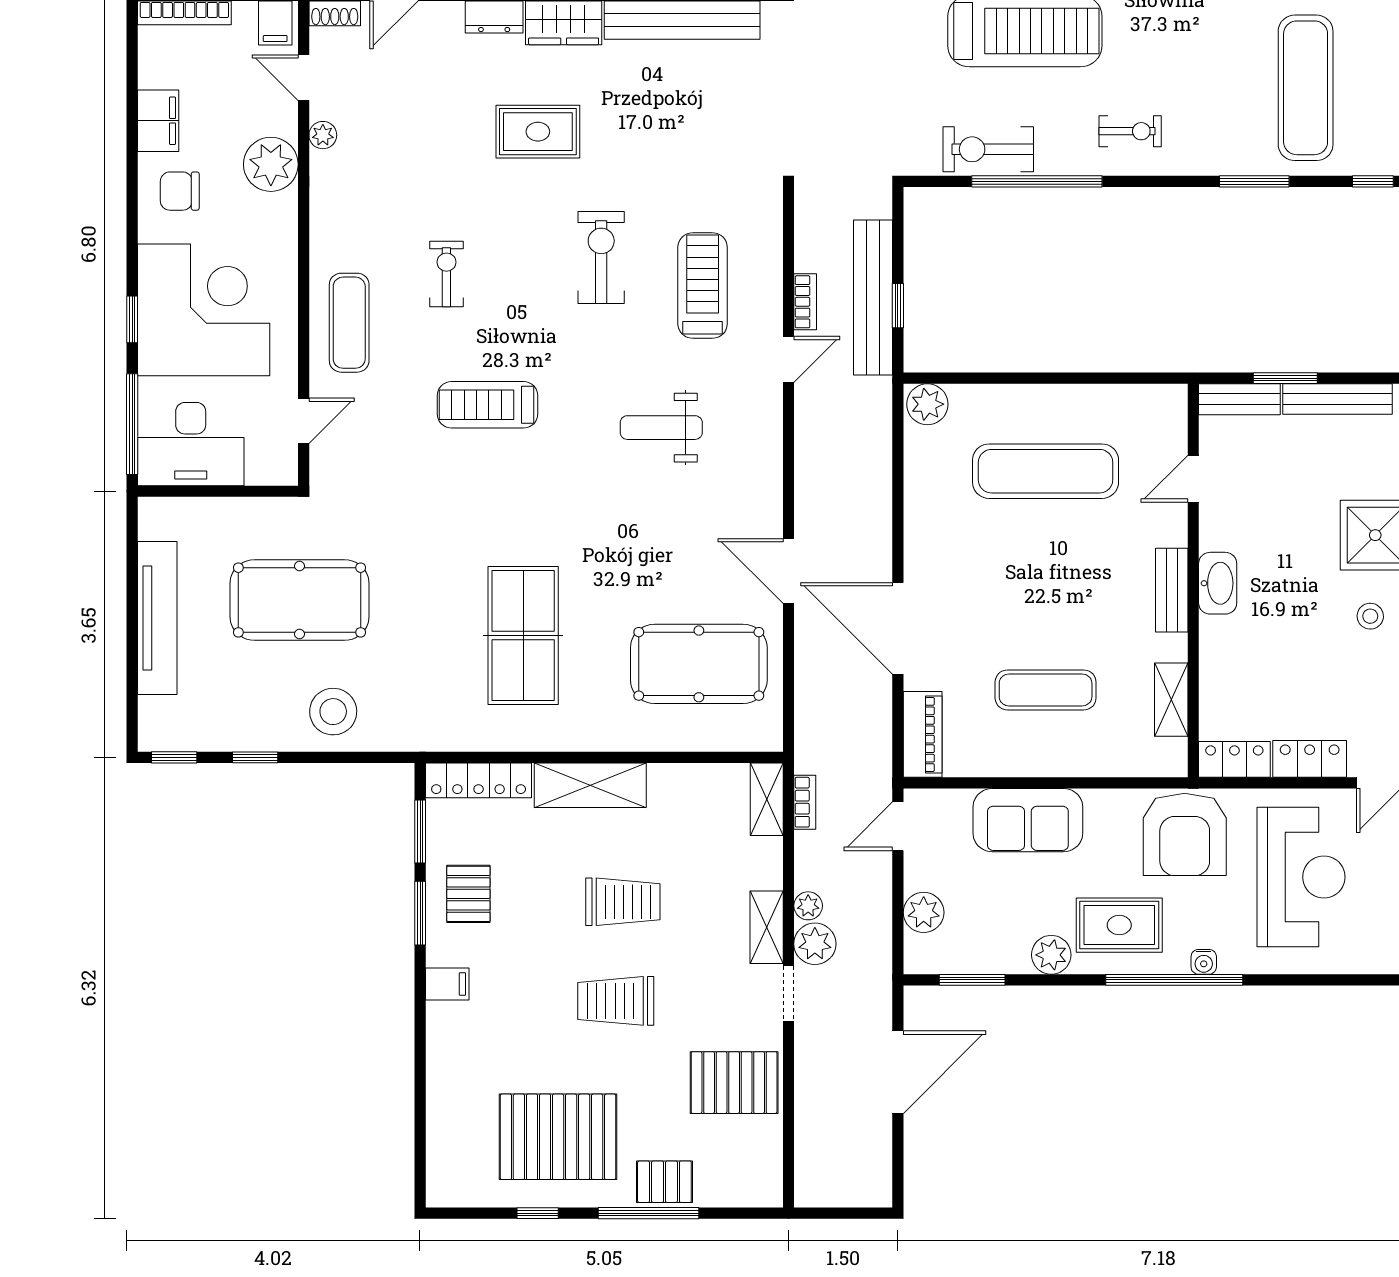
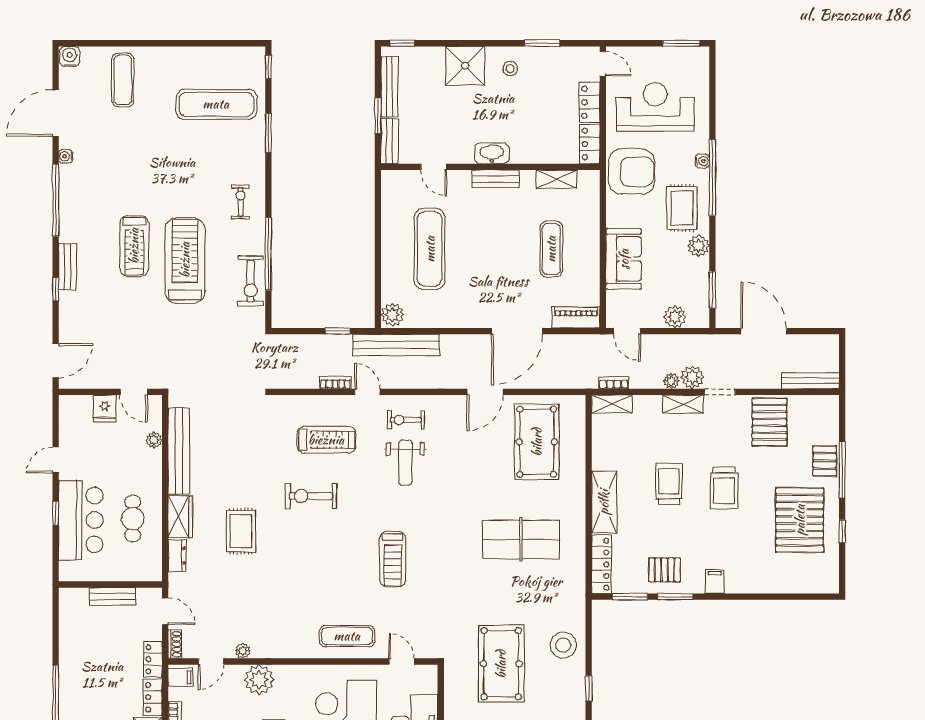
exercise bike: (446, 274) -> (406, 420), moved
treadmill: (703, 286) -> (326, 440), turned 180
bench: (873, 298) -> (396, 345), moved
bench: (808, 1156) -> (810, 381), added

